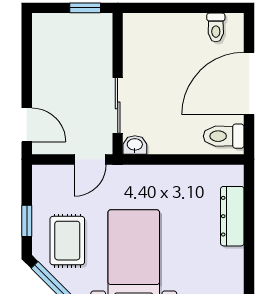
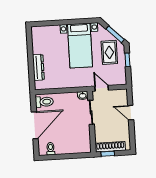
shoe rack: (78, 24) -> (110, 147), added
door: (27, 125) -> (131, 113), moved
door: (90, 159) -> (102, 88), hinge flipped

